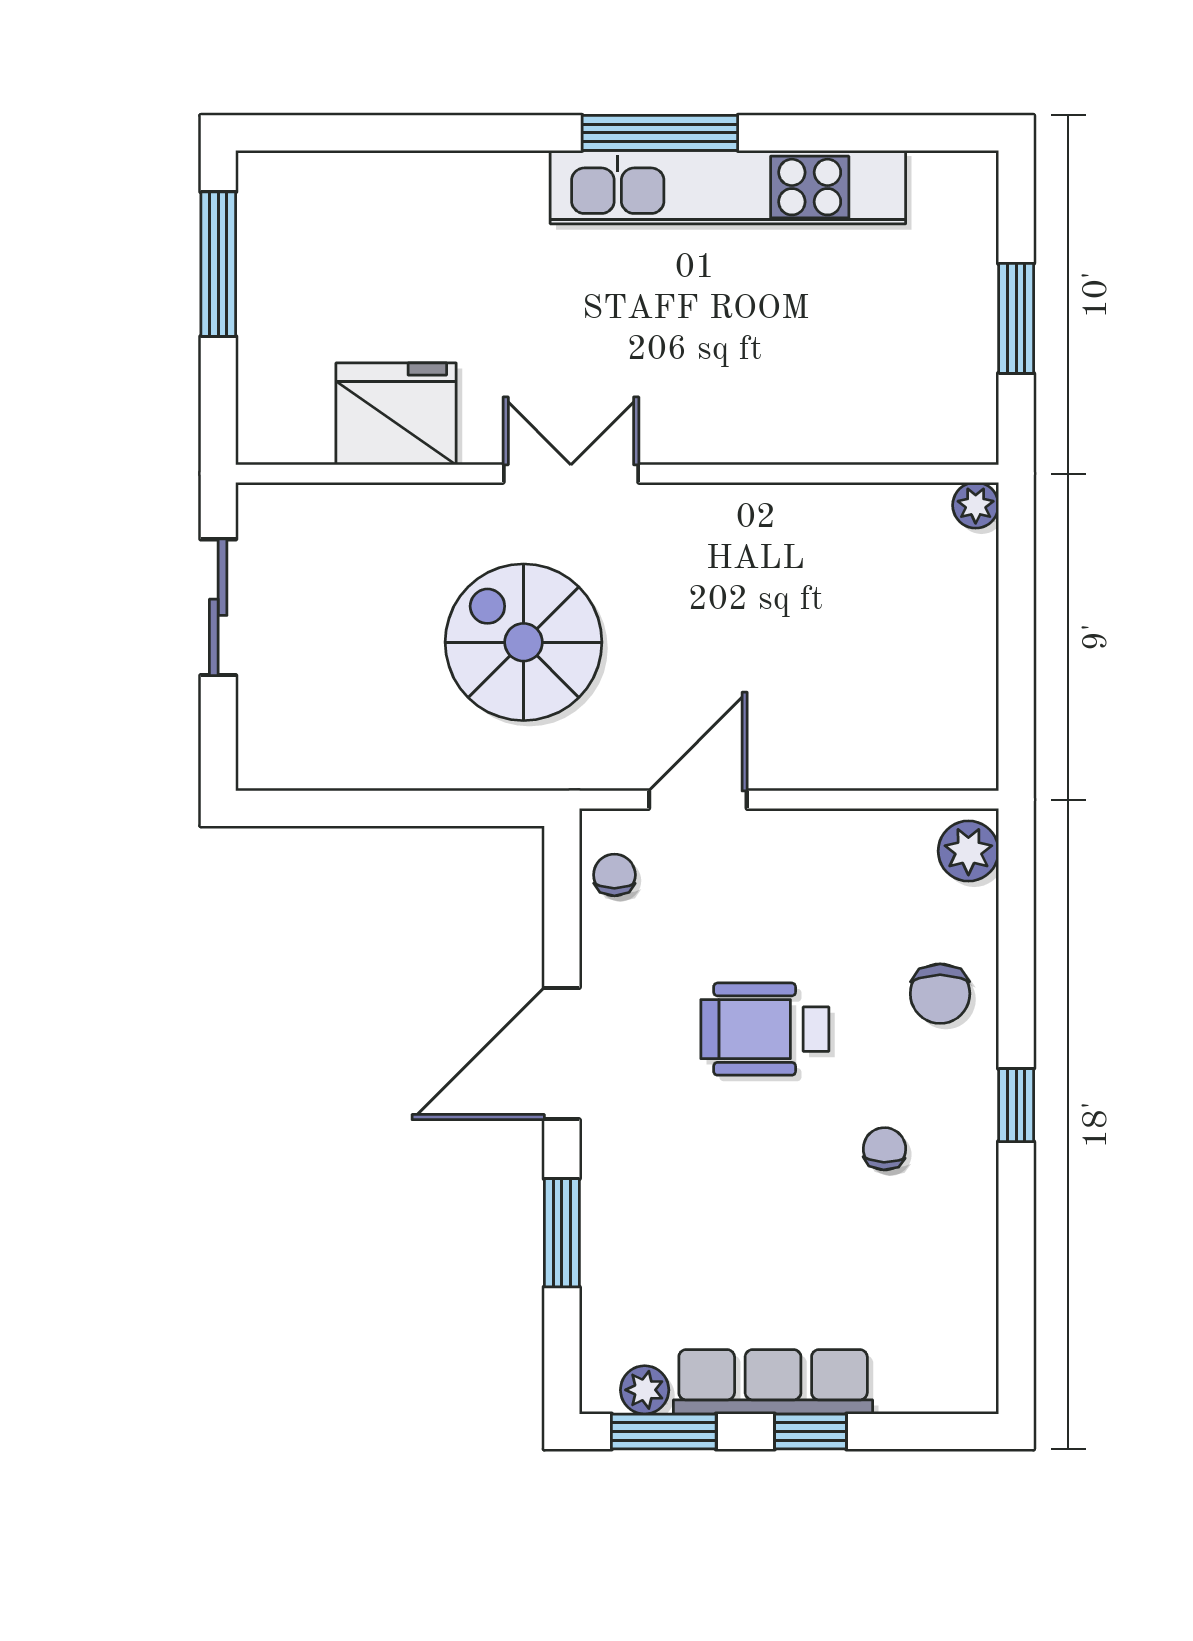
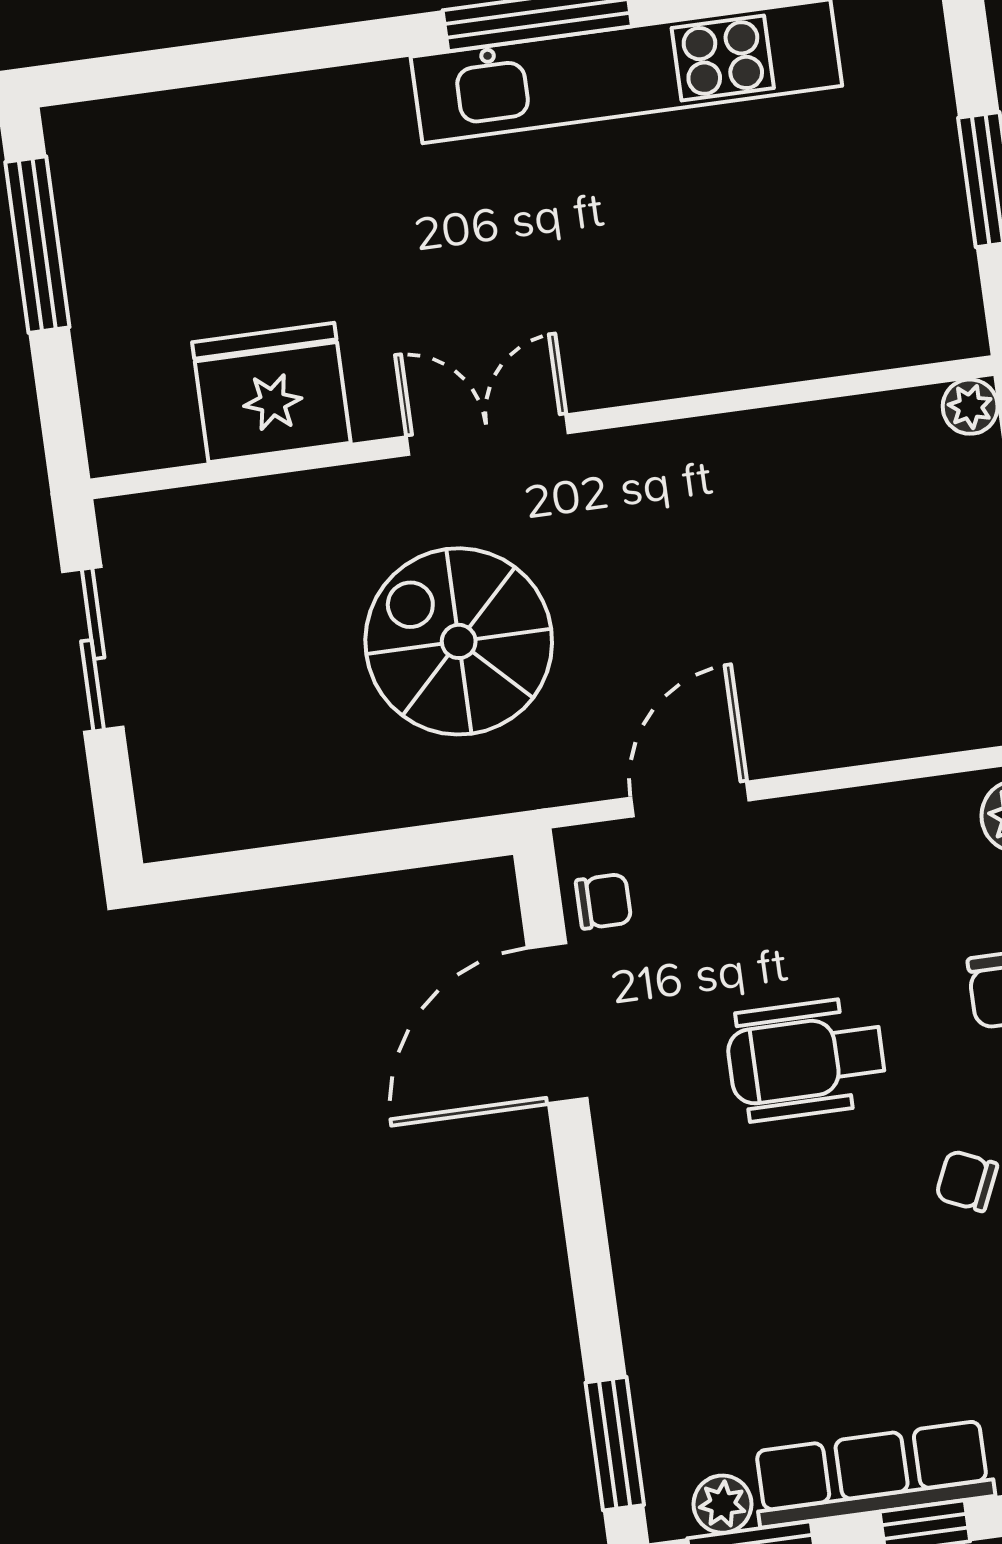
chair: (614, 875) -> (604, 901), turned 90
door: (562, 1054) -> (557, 1023), moved
chair: (884, 1149) -> (967, 1181), turned -68
window: (562, 1233) -> (615, 1444), moved

